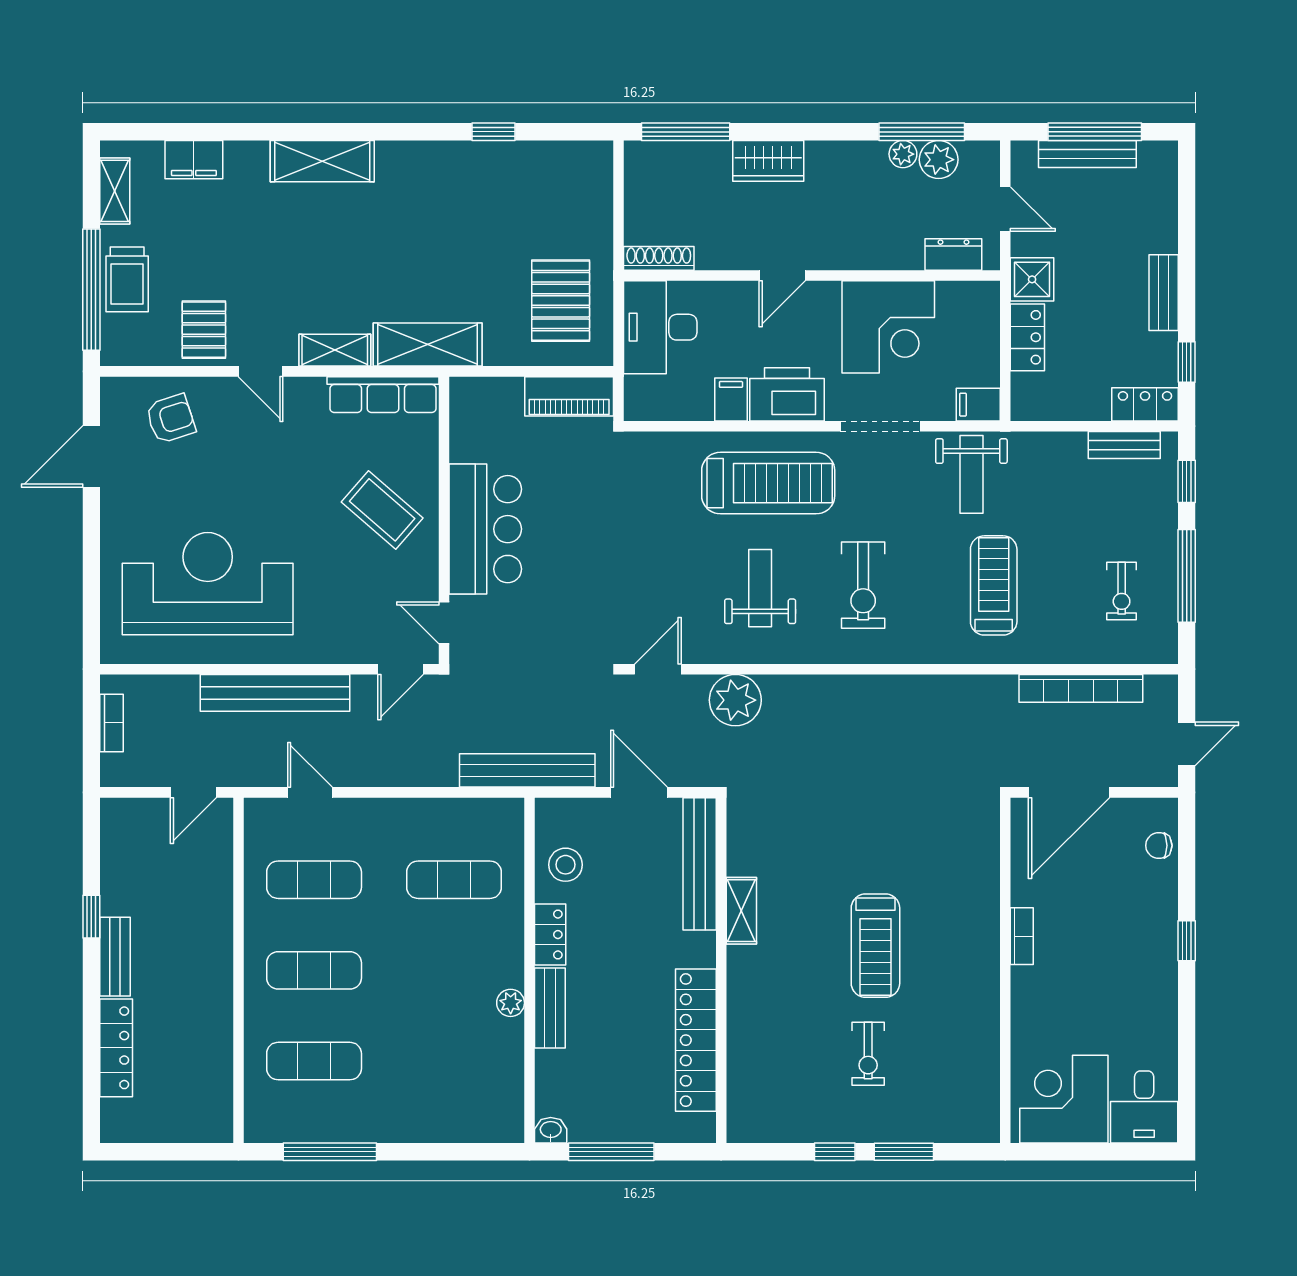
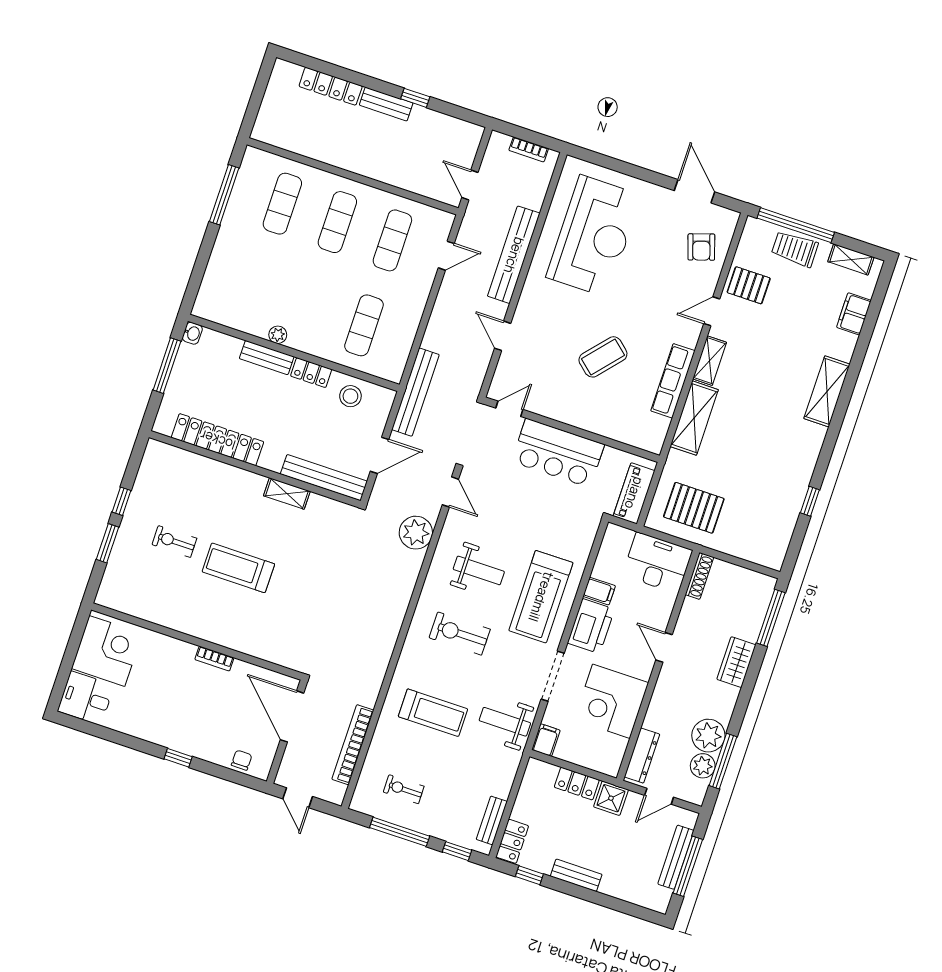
plant: (903, 154) -> (708, 736), width x1.88, depth x1.88
dresser: (953, 255) -> (642, 756), width x1.44
wall: (444, 520) -> (572, 430), moved
bar counter: (485, 529) -> (558, 453), moved
door: (444, 623) -> (509, 409), moved

